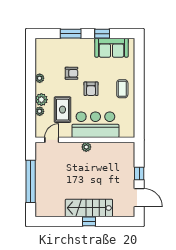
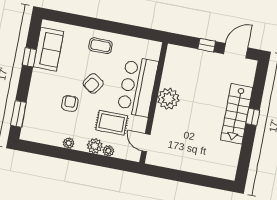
window: (71, 34) -> (18, 114), moved
armchair: (91, 89) -> (93, 83), turned 125
plant: (86, 147) -> (168, 99), width x1.88, depth x1.88
window: (31, 181) -> (191, 178), removed

